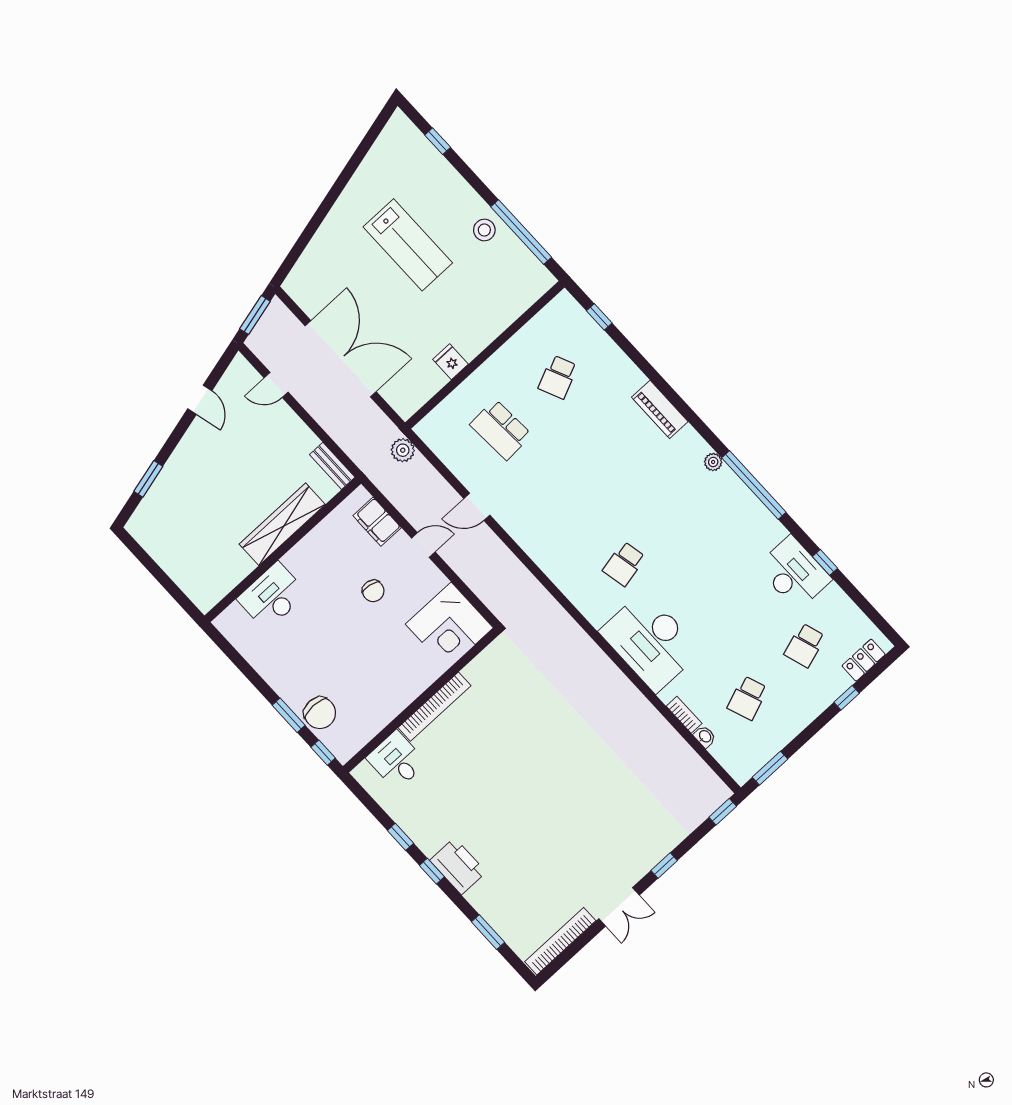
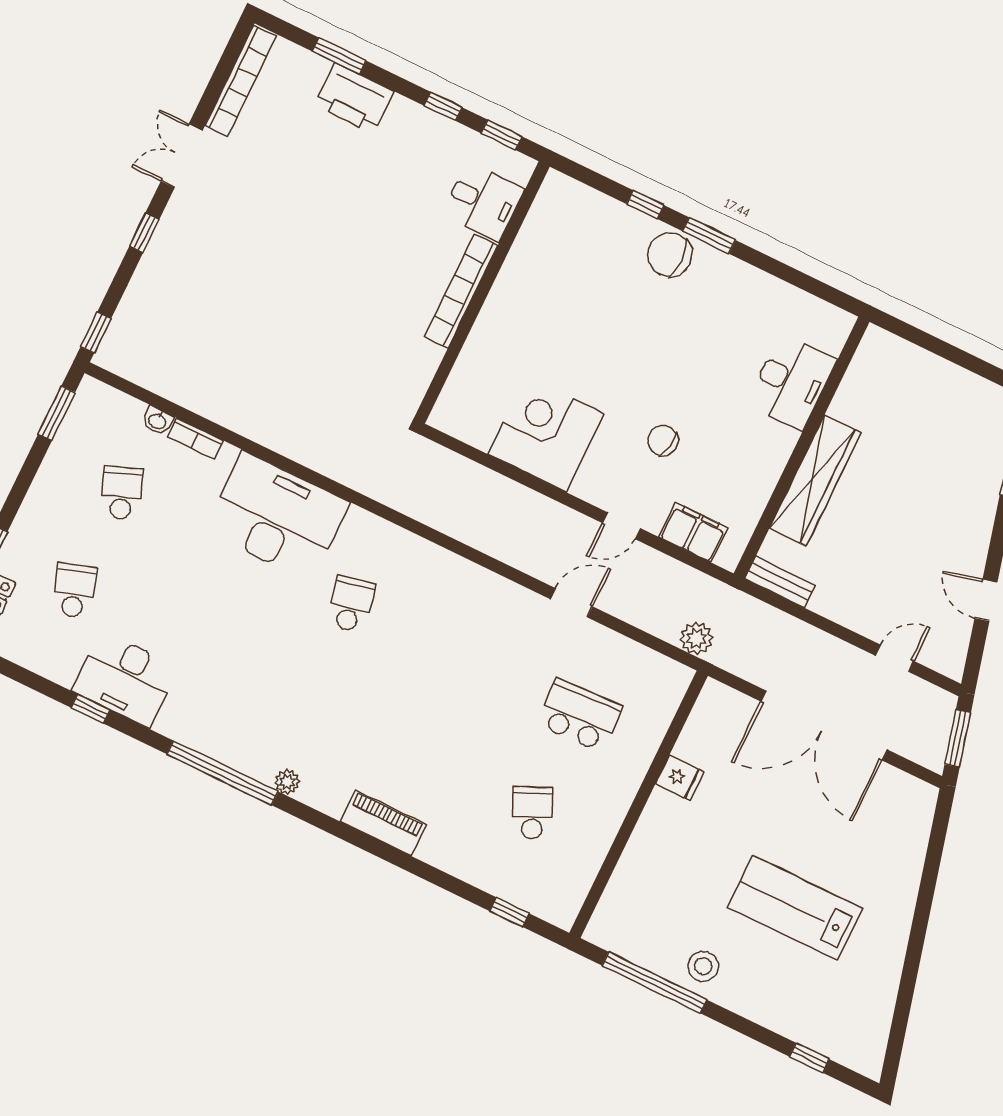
wall: (421, 700) -> (482, 292), moved
bookcase: (434, 707) -> (461, 291), moved
desk: (396, 760) -> (483, 202), moved
printer: (458, 866) -> (354, 98), moved

